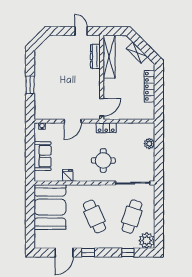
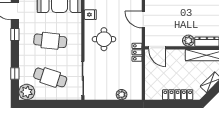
plant: (94, 75) -> (188, 41), added
round table: (103, 160) -> (104, 39), moved
cafe table: (94, 216) -> (50, 41), turned 30

